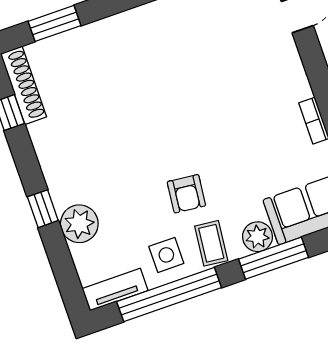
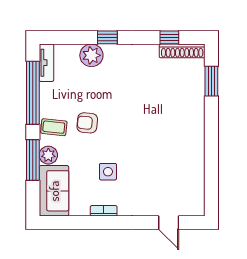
side table: (166, 255) -> (108, 172), moved

